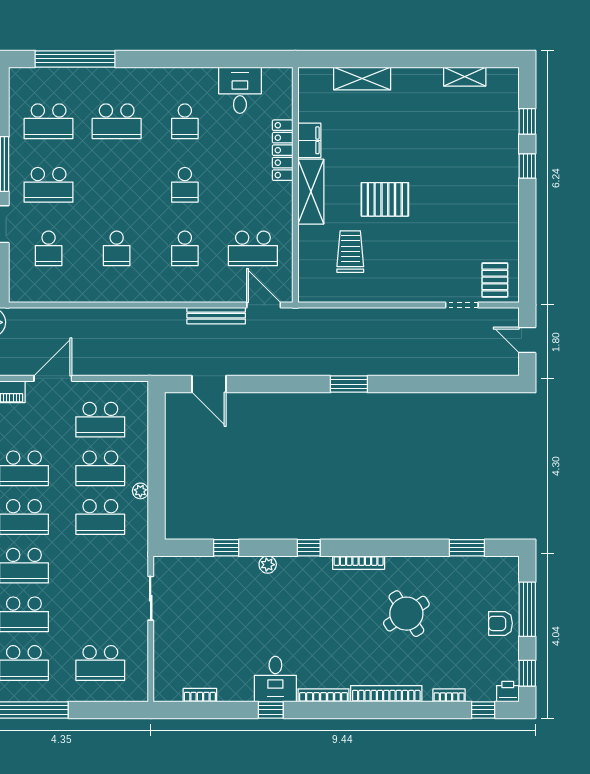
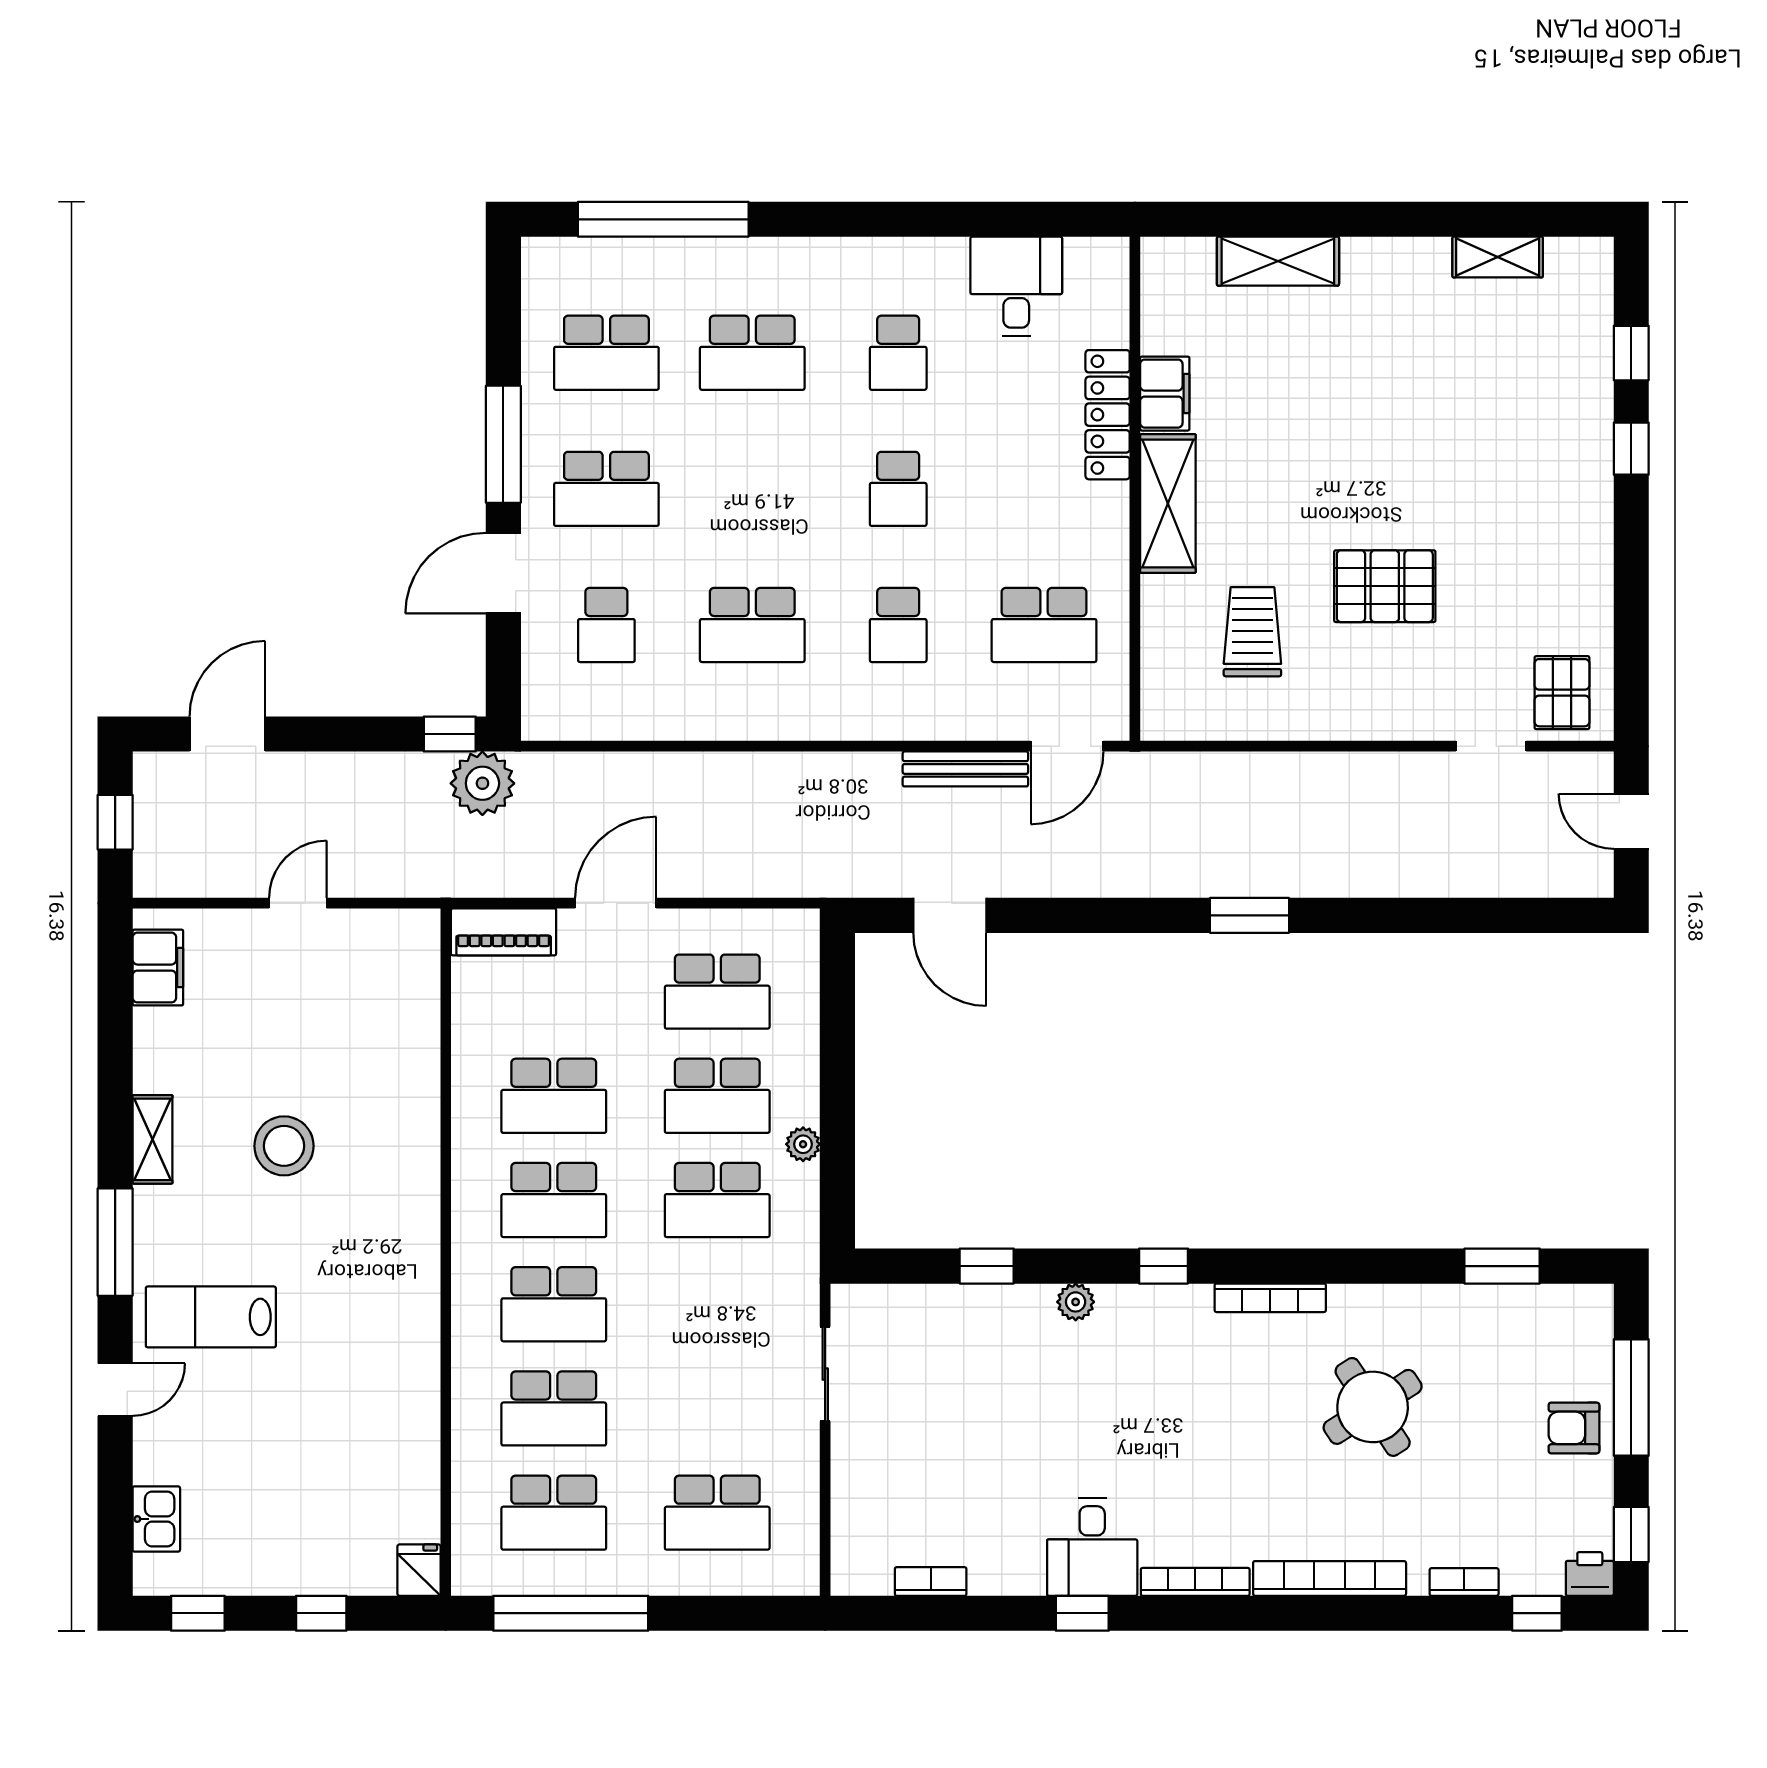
pallet: (385, 199) -> (1385, 586), moved
school desk: (117, 248) -> (752, 625), width x1.85
door: (264, 305) -> (1067, 746), swing flipped

